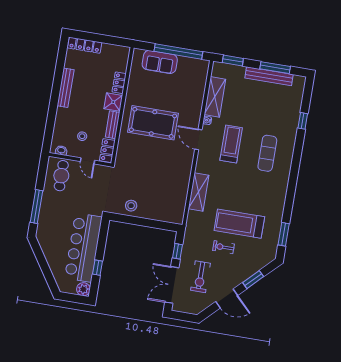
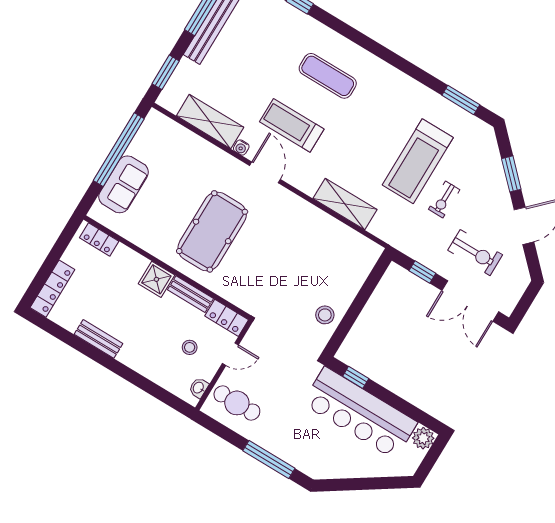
locker: (119, 83) -> (99, 240), moved
bench: (66, 88) -> (98, 339), width x0.73
door: (198, 139) -> (265, 172), swing flipped
window: (98, 268) -> (356, 377), moved

